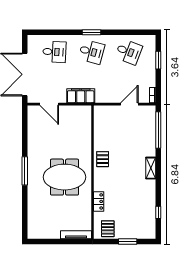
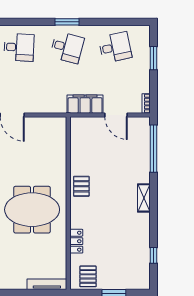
desk: (129, 52) -> (115, 47), turned -33
filing cabinet: (81, 96) -> (85, 104), moved
door: (129, 104) -> (116, 115), swing flipped

